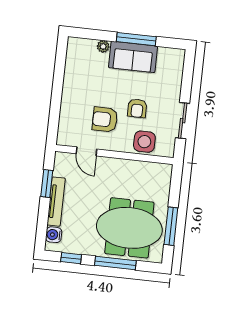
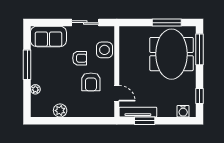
sofa: (133, 57) -> (48, 36), moved, turned 90
plant: (72, 75) -> (60, 111), added
door: (86, 151) -> (117, 93), hinge flipped
tv unit: (56, 202) -> (138, 112), moved
window: (115, 263) -> (199, 49), moved

